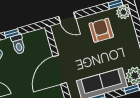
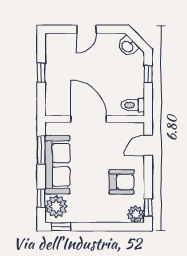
toilet: (18, 44) -> (133, 105), moved

